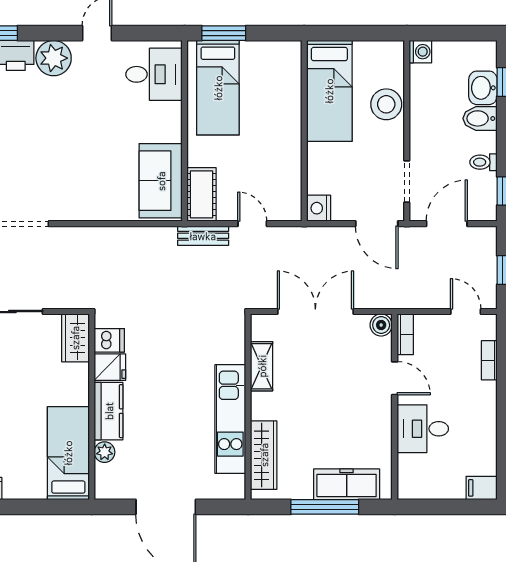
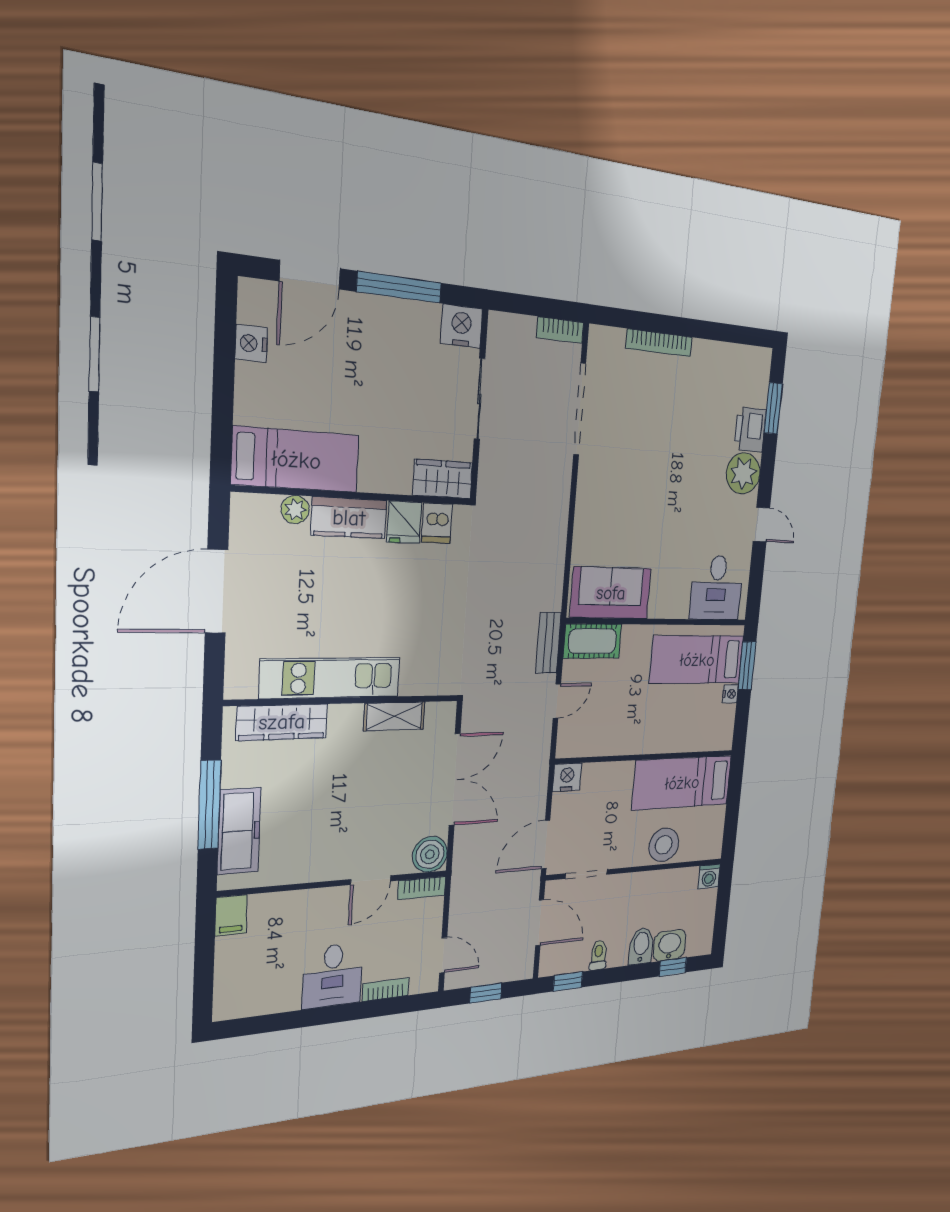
nightstand: (249, 48) -> (730, 694), added
door: (466, 312) -> (443, 955), hinge flipped
boiler: (381, 325) -> (430, 854), width x1.36, depth x1.36
desk: (423, 429) -> (333, 976), moved, turned 180
filing cabinet: (482, 488) -> (231, 915), moved, turned 180

